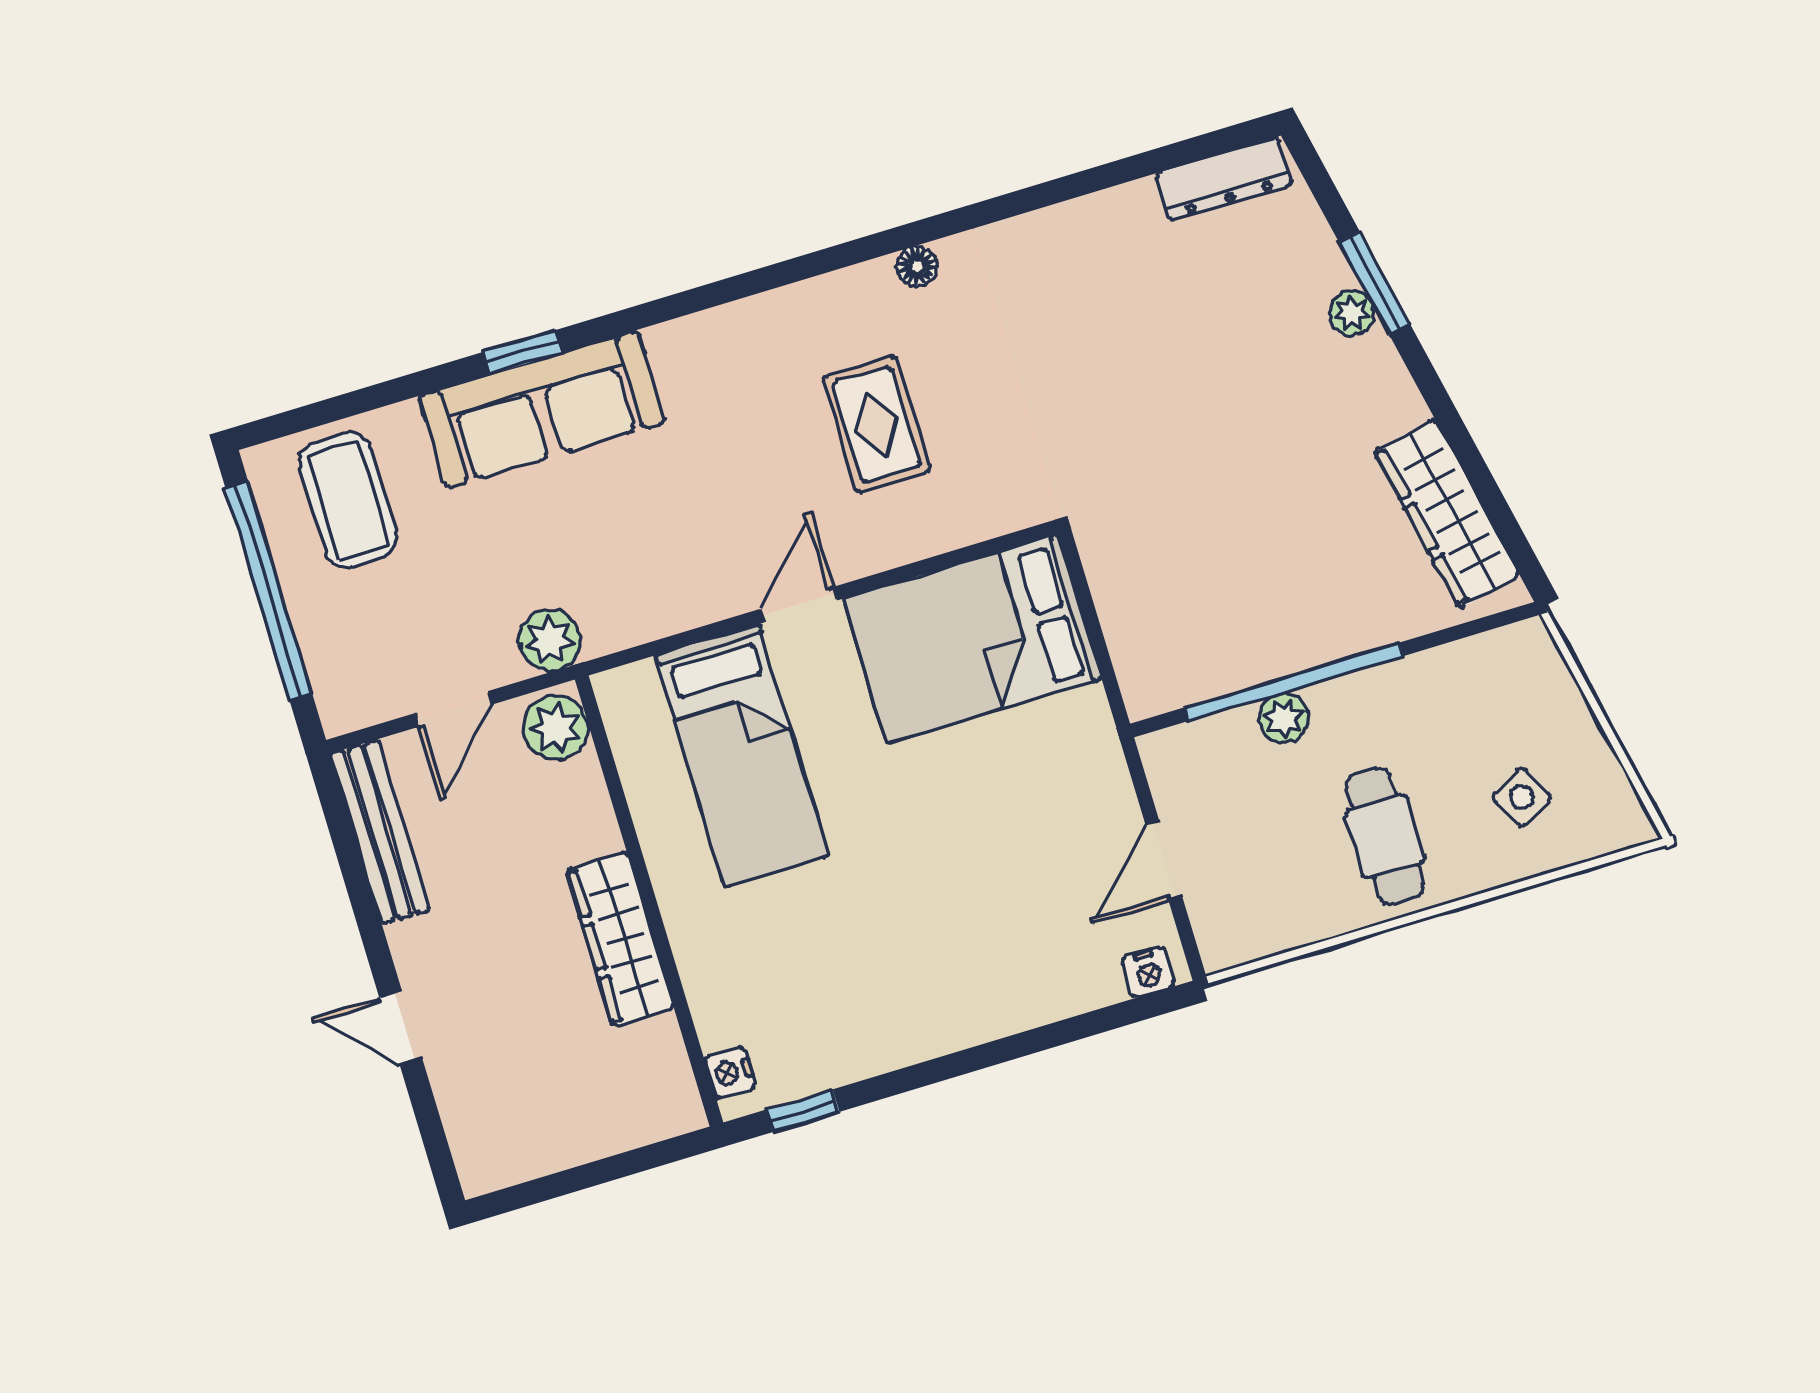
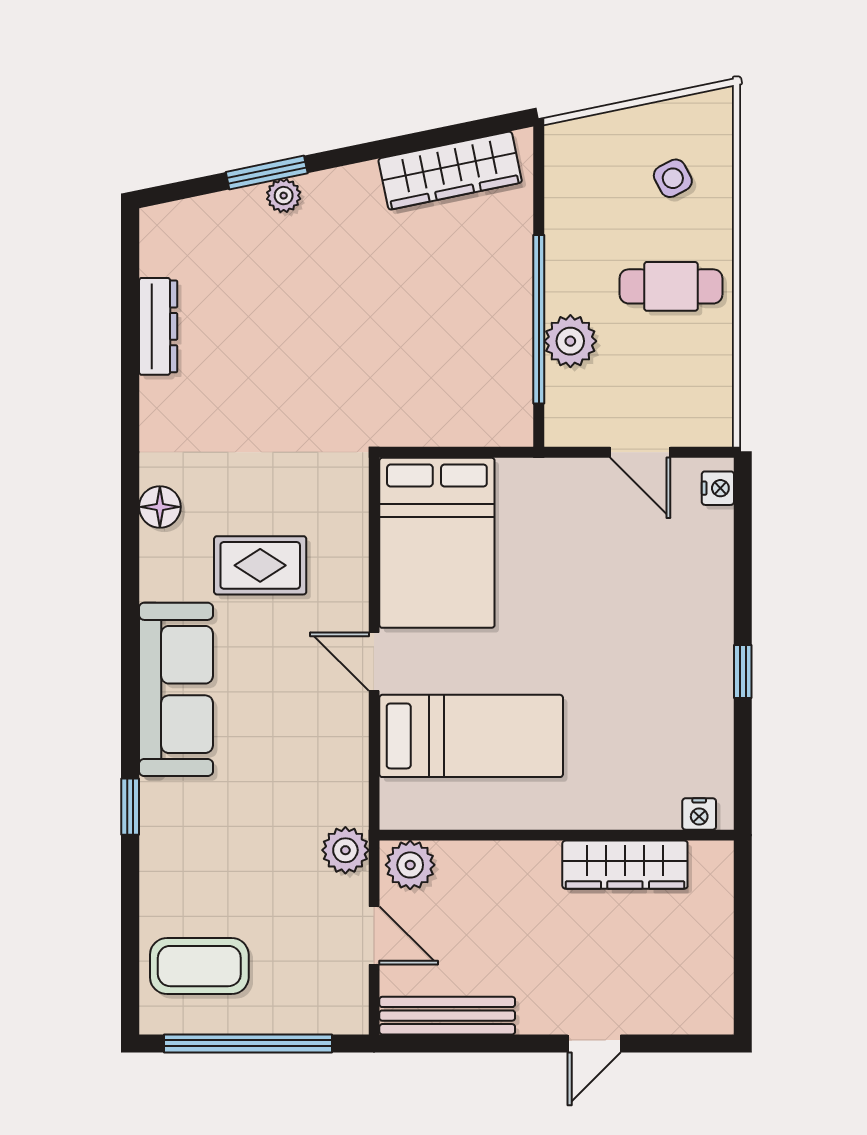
dresser: (1224, 179) -> (158, 326), moved
floor lamp: (917, 266) -> (160, 507), width x1.37, depth x1.37
sofa: (542, 409) -> (176, 689), moved
plant: (1284, 718) -> (570, 341), width x1.38, depth x1.38
wardrobe: (620, 939) -> (625, 865), moved
window: (803, 1111) -> (743, 671), moved

